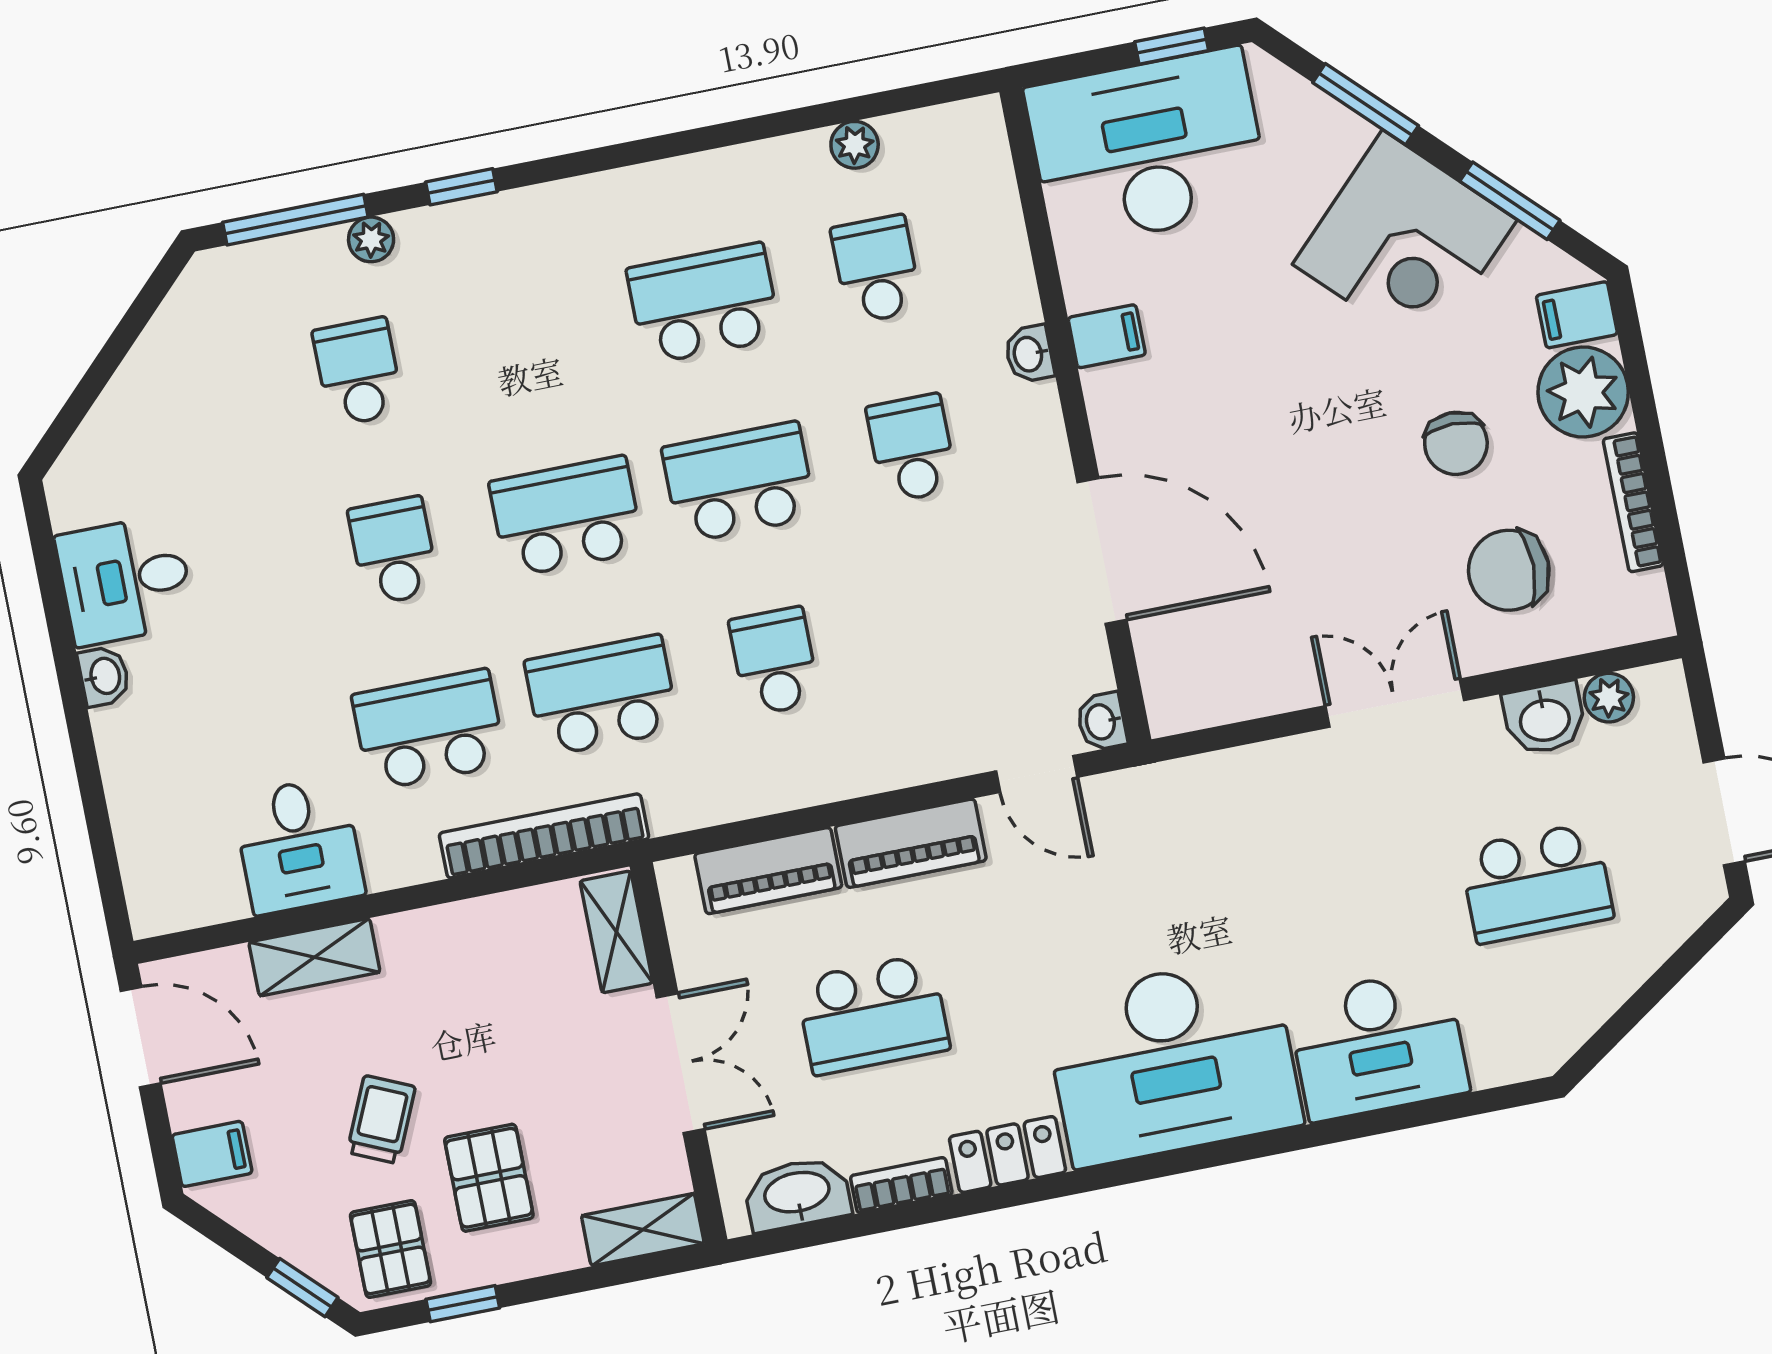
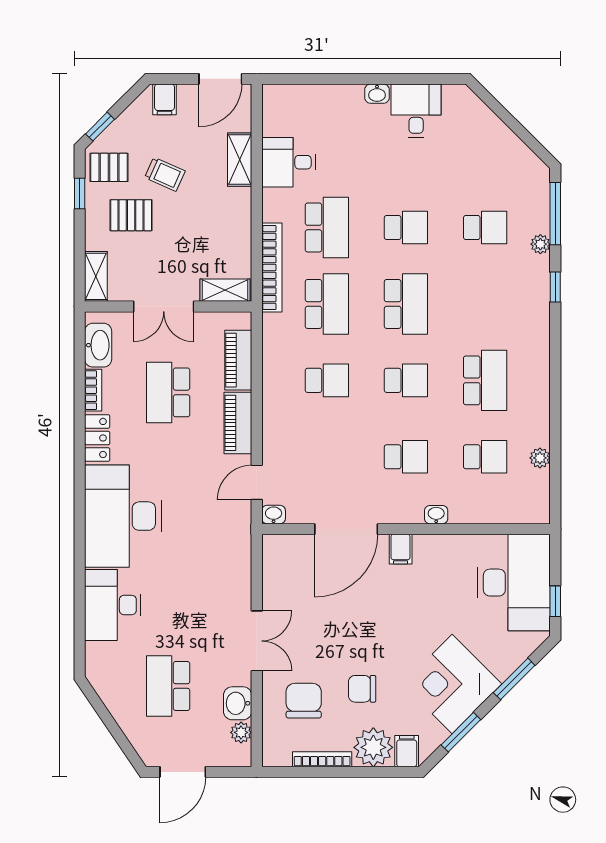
filing cabinet: (1107, 336) -> (401, 549), moved
school desk: (739, 482) -> (406, 380), width x0.54

